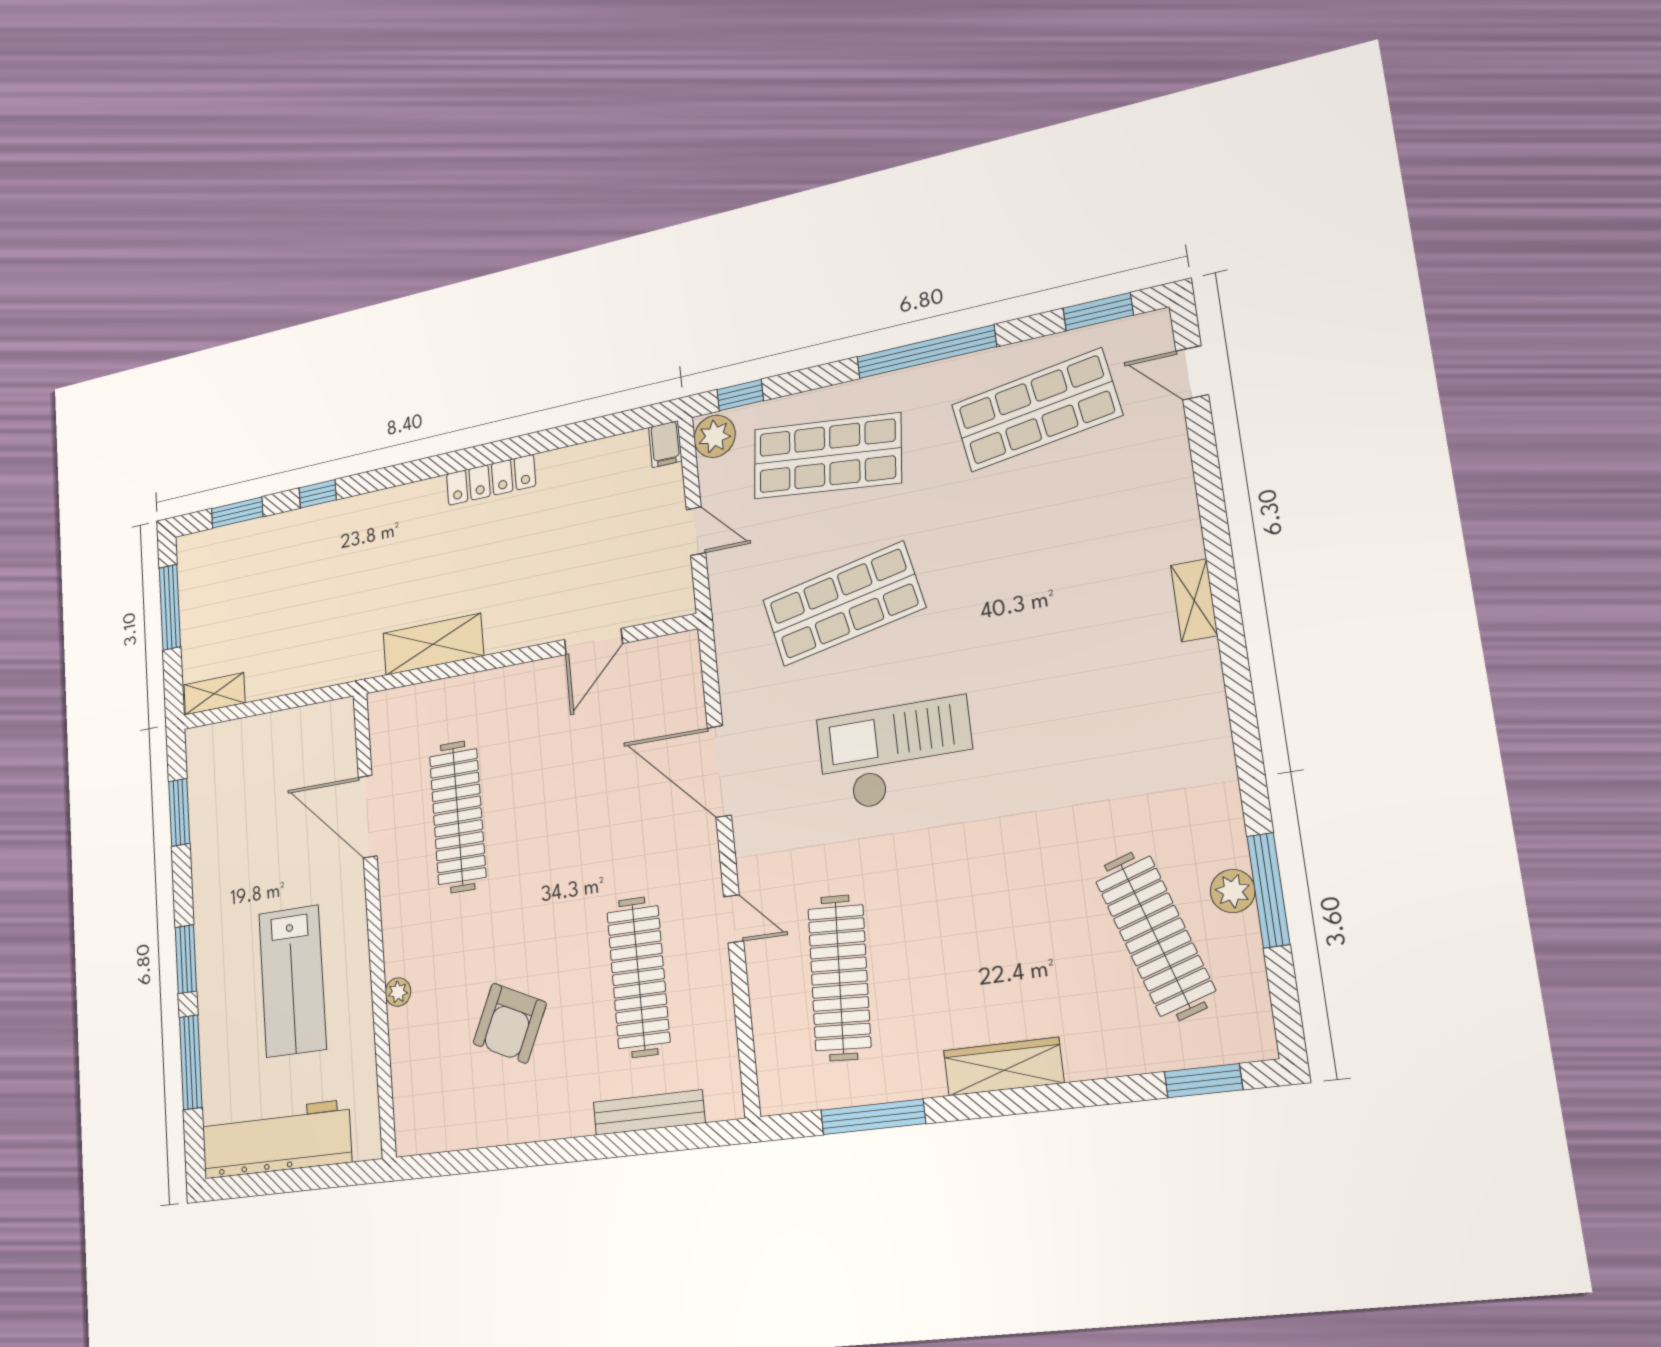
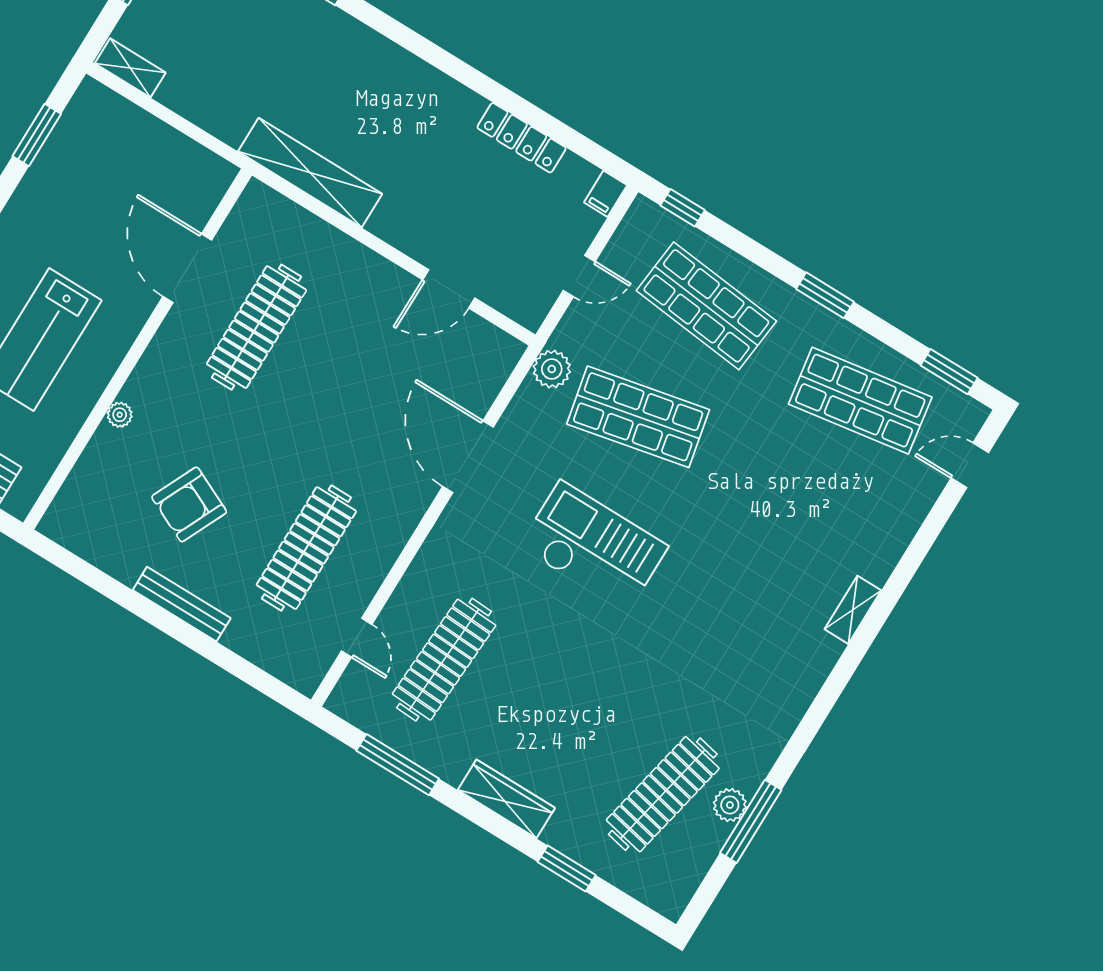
window: (926, 352) -> (825, 295), width x0.47
door: (1192, 373) -> (970, 465), hinge flipped
plant: (715, 436) -> (552, 369), moved
locker: (491, 480) -> (522, 138), moved
door: (696, 531) -> (579, 276), hinge flipped
shelving: (433, 644) -> (310, 173), width x1.47
door: (734, 919) -> (357, 638), moved
clothes rail: (1155, 936) -> (663, 794), turned 30
window: (1203, 1081) -> (567, 868), moved
bench: (649, 1113) -> (182, 604), moved

